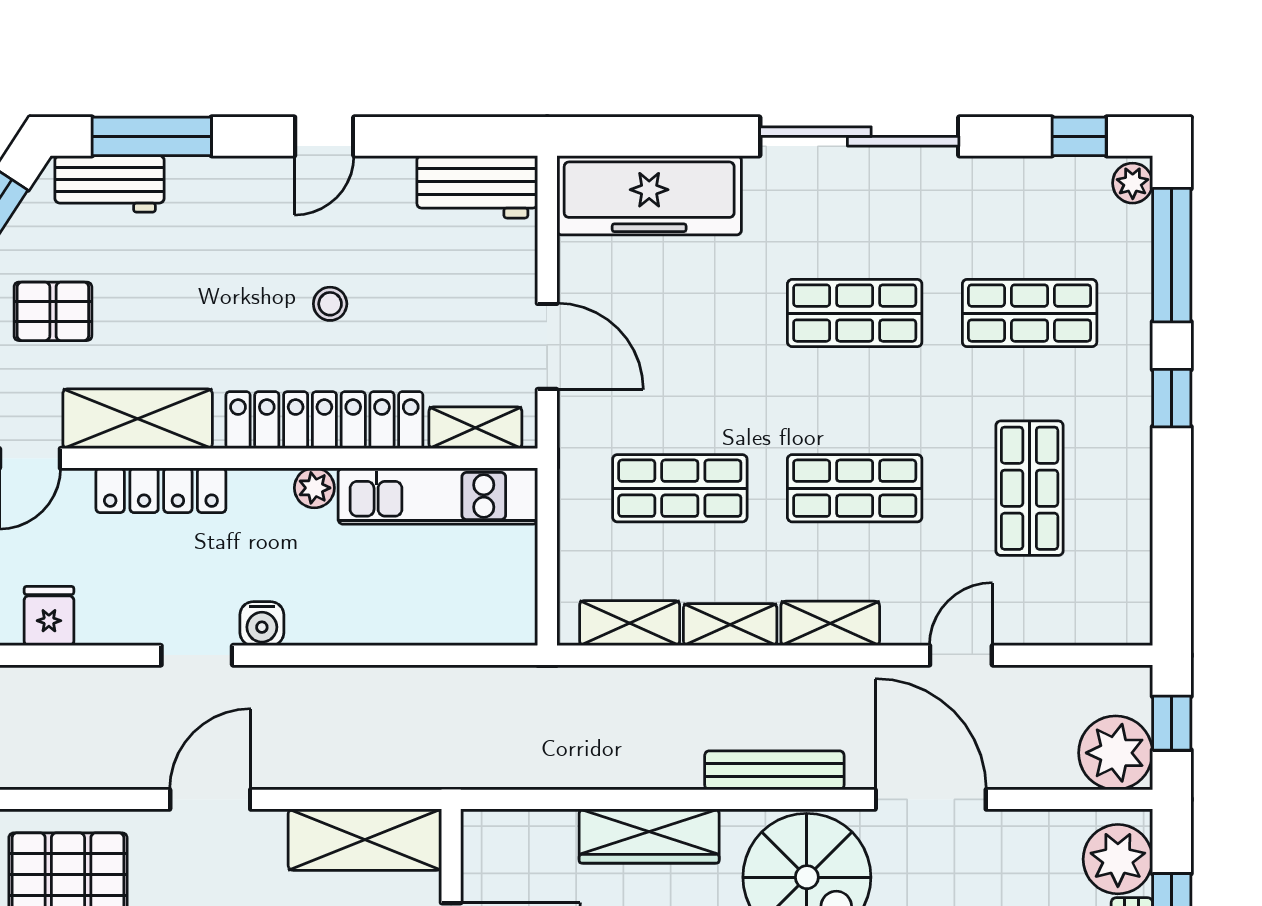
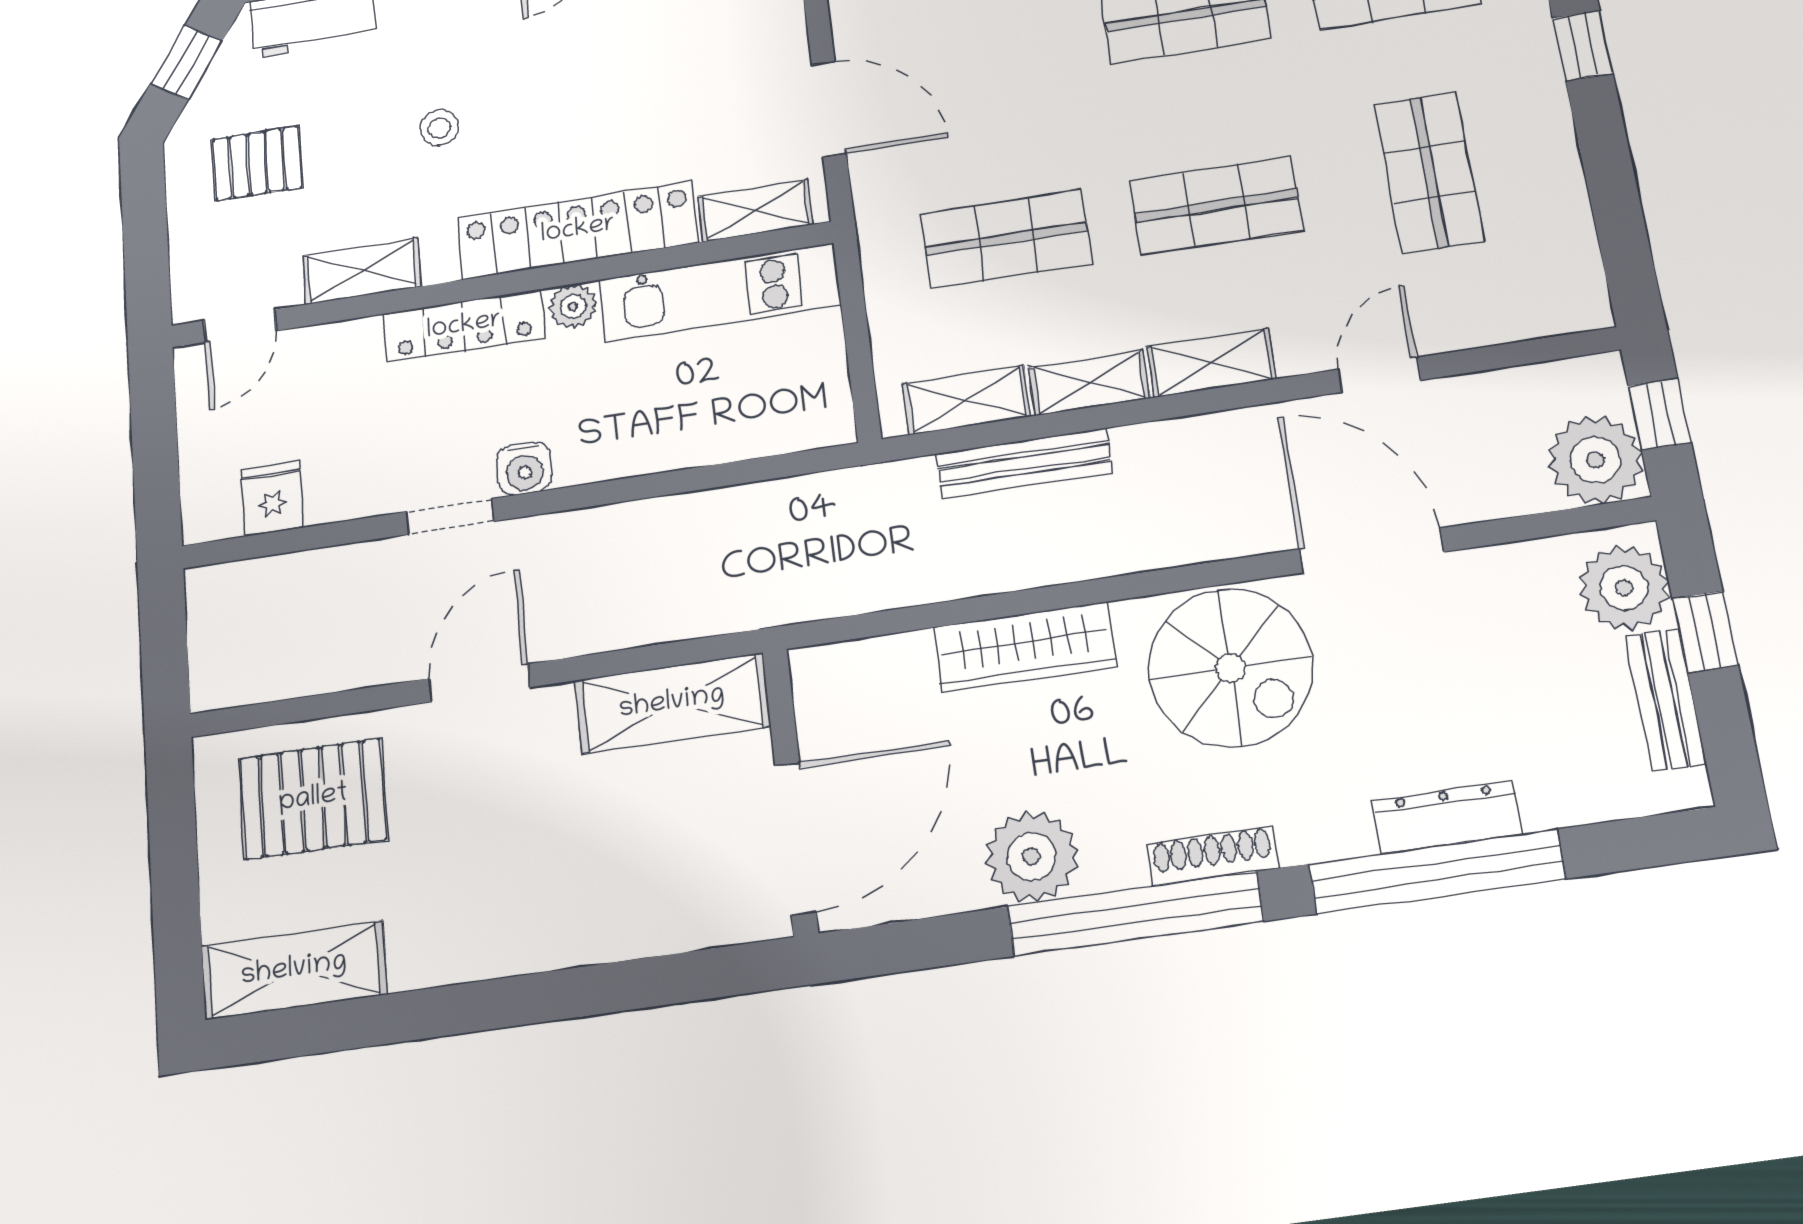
stool: (330, 304) -> (440, 128), moved
shelving: (138, 419) -> (362, 271), width x0.67, depth x0.75
locker: (161, 490) -> (464, 326), moved
bench: (774, 770) -> (1024, 463), moved

